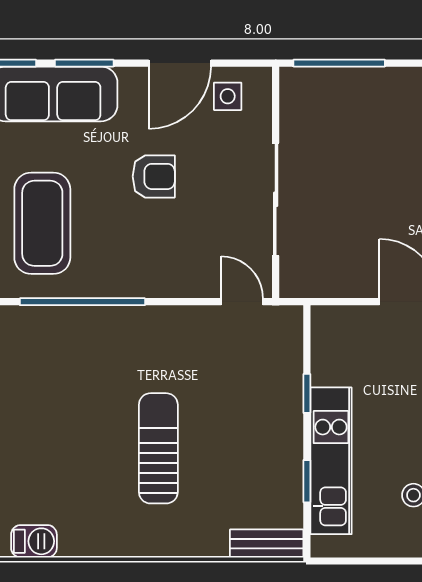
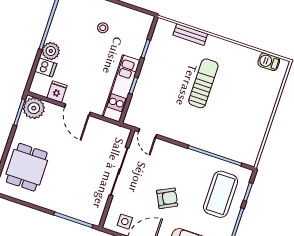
armchair: (154, 176) -> (167, 198), turned 153
sun lounger: (158, 448) -> (203, 83), turned 180
kitchen unit: (331, 461) -> (121, 88), moved
bench: (267, 543) -> (190, 34), moved

